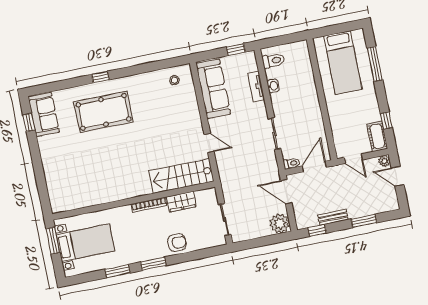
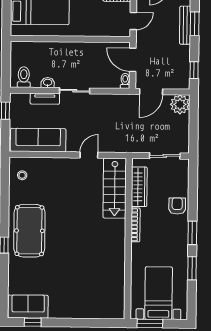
pool table: (104, 112) -> (29, 231), moved
sliding door: (274, 134) -> (75, 91), moved
wardrobe: (181, 202) -> (139, 187), width x1.50
bench: (333, 217) -> (185, 25), moved, width x1.36

